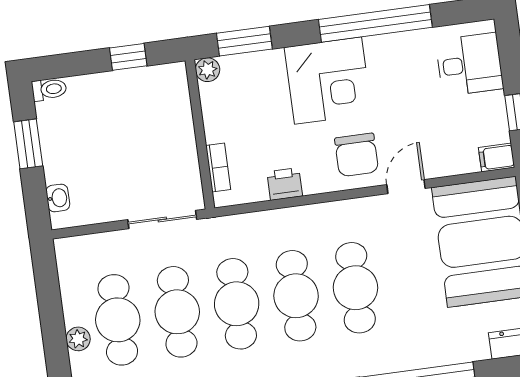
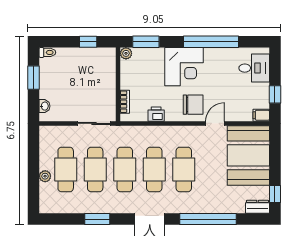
chair: (357, 155) -> (193, 105), turned -90

